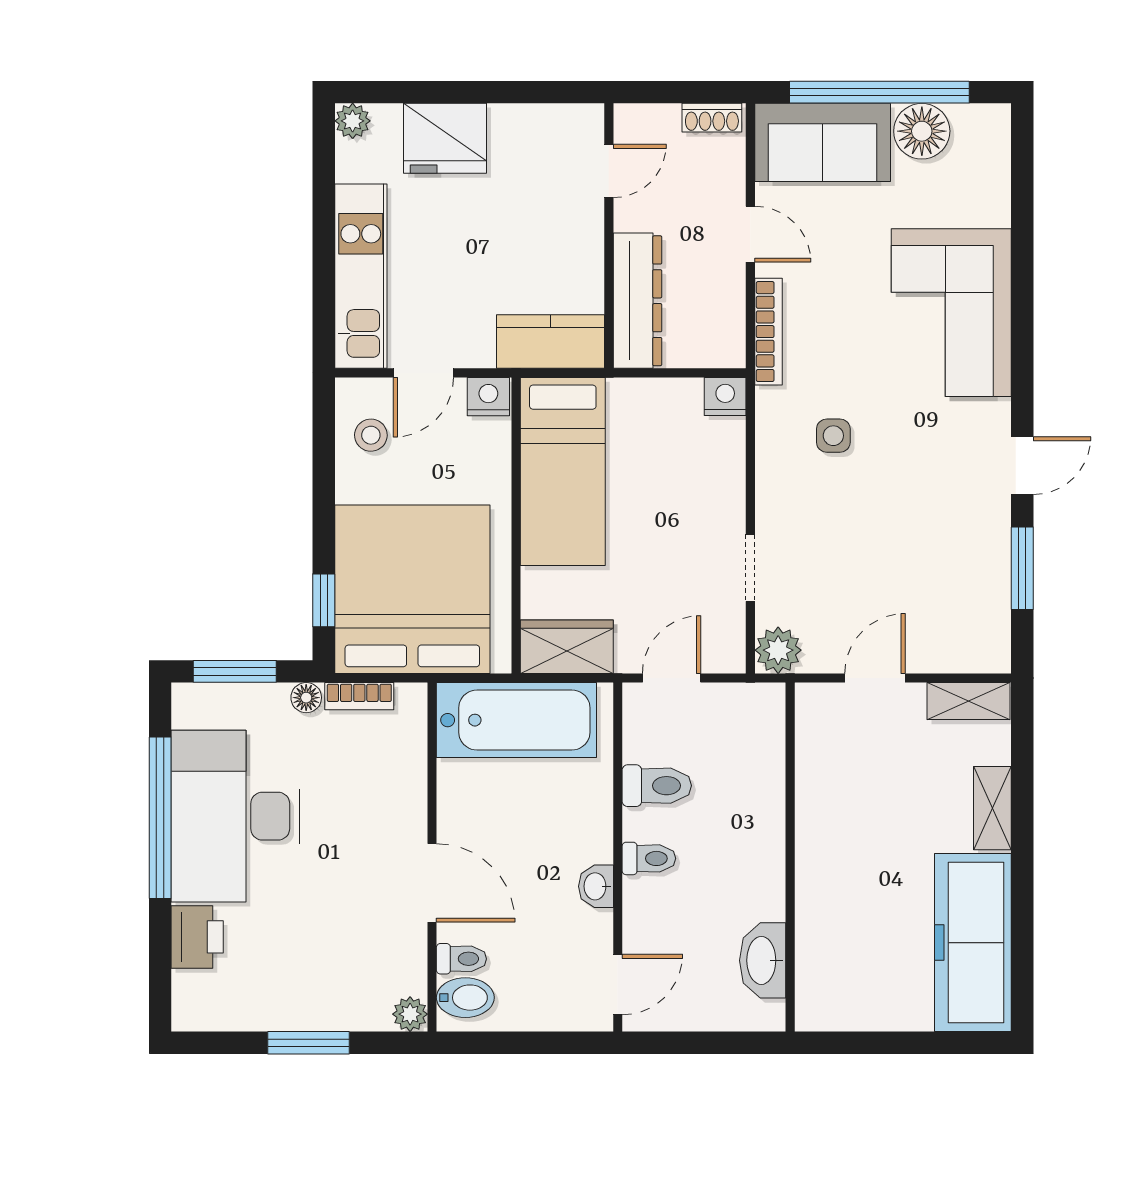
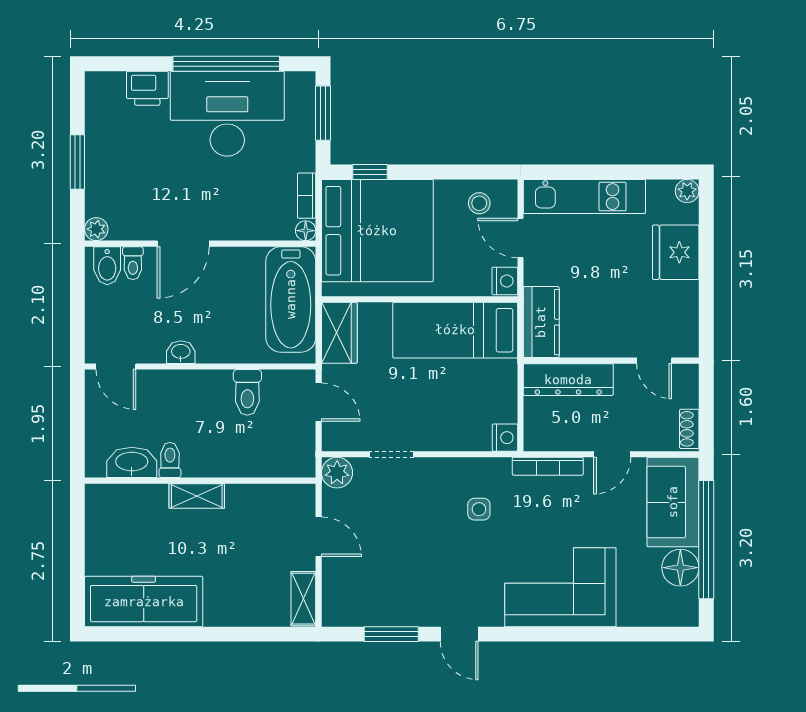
floor lamp: (306, 698) -> (306, 231), moved
shelving: (992, 808) -> (197, 496), moved
toilet: (649, 858) -> (170, 460), moved, turned 180

